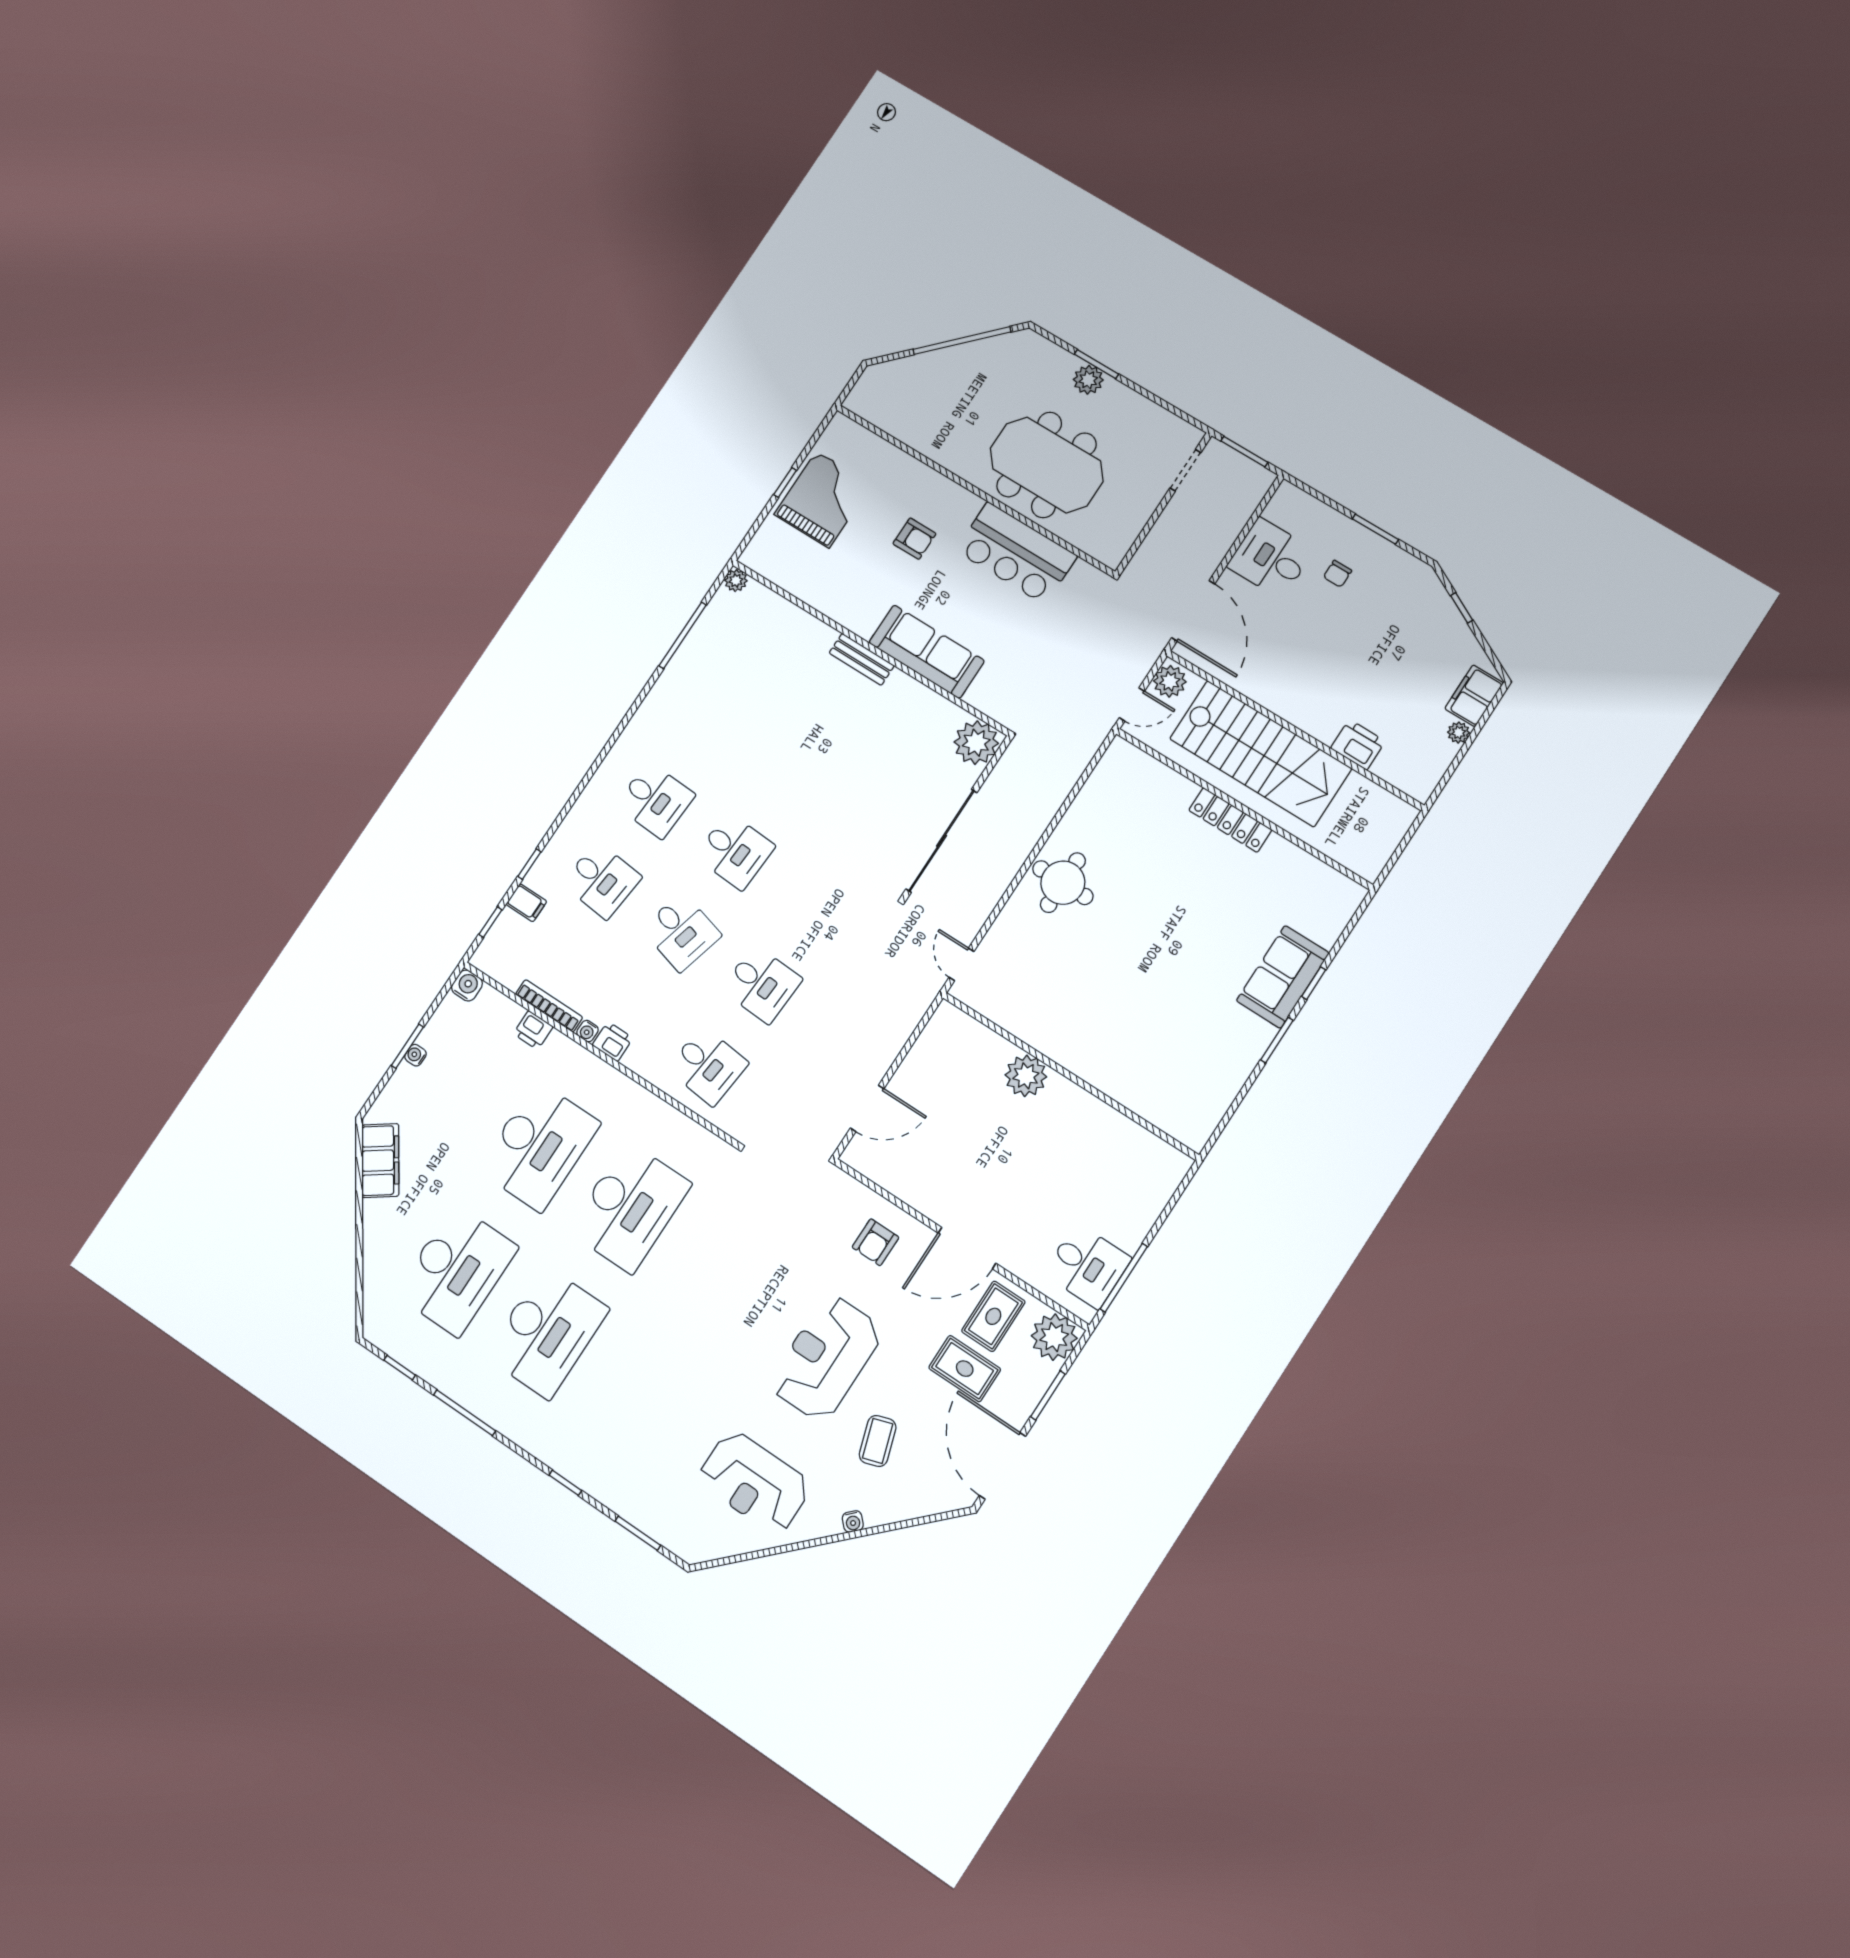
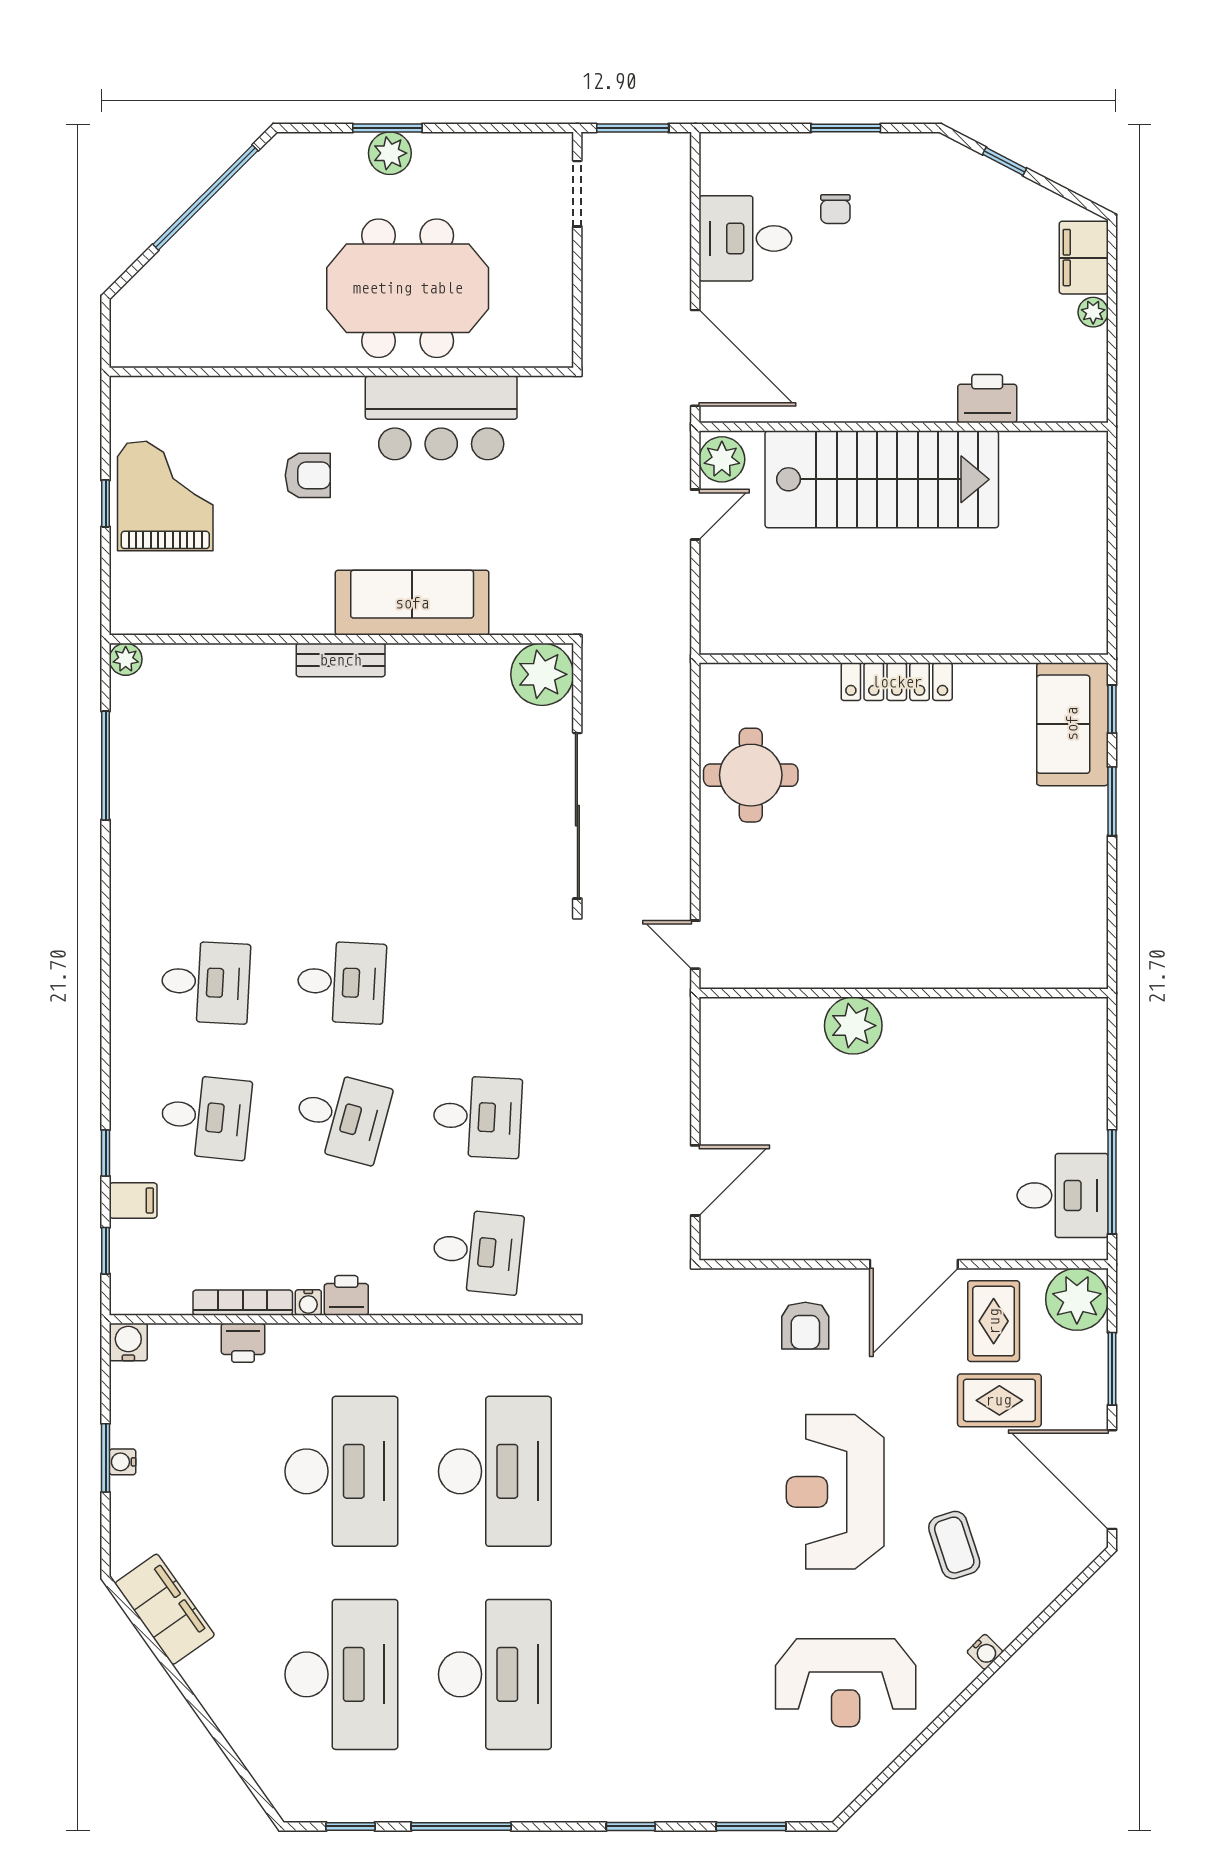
wall: (1244, 809) -> (904, 659), moved
locker: (1230, 820) -> (897, 682), moved

